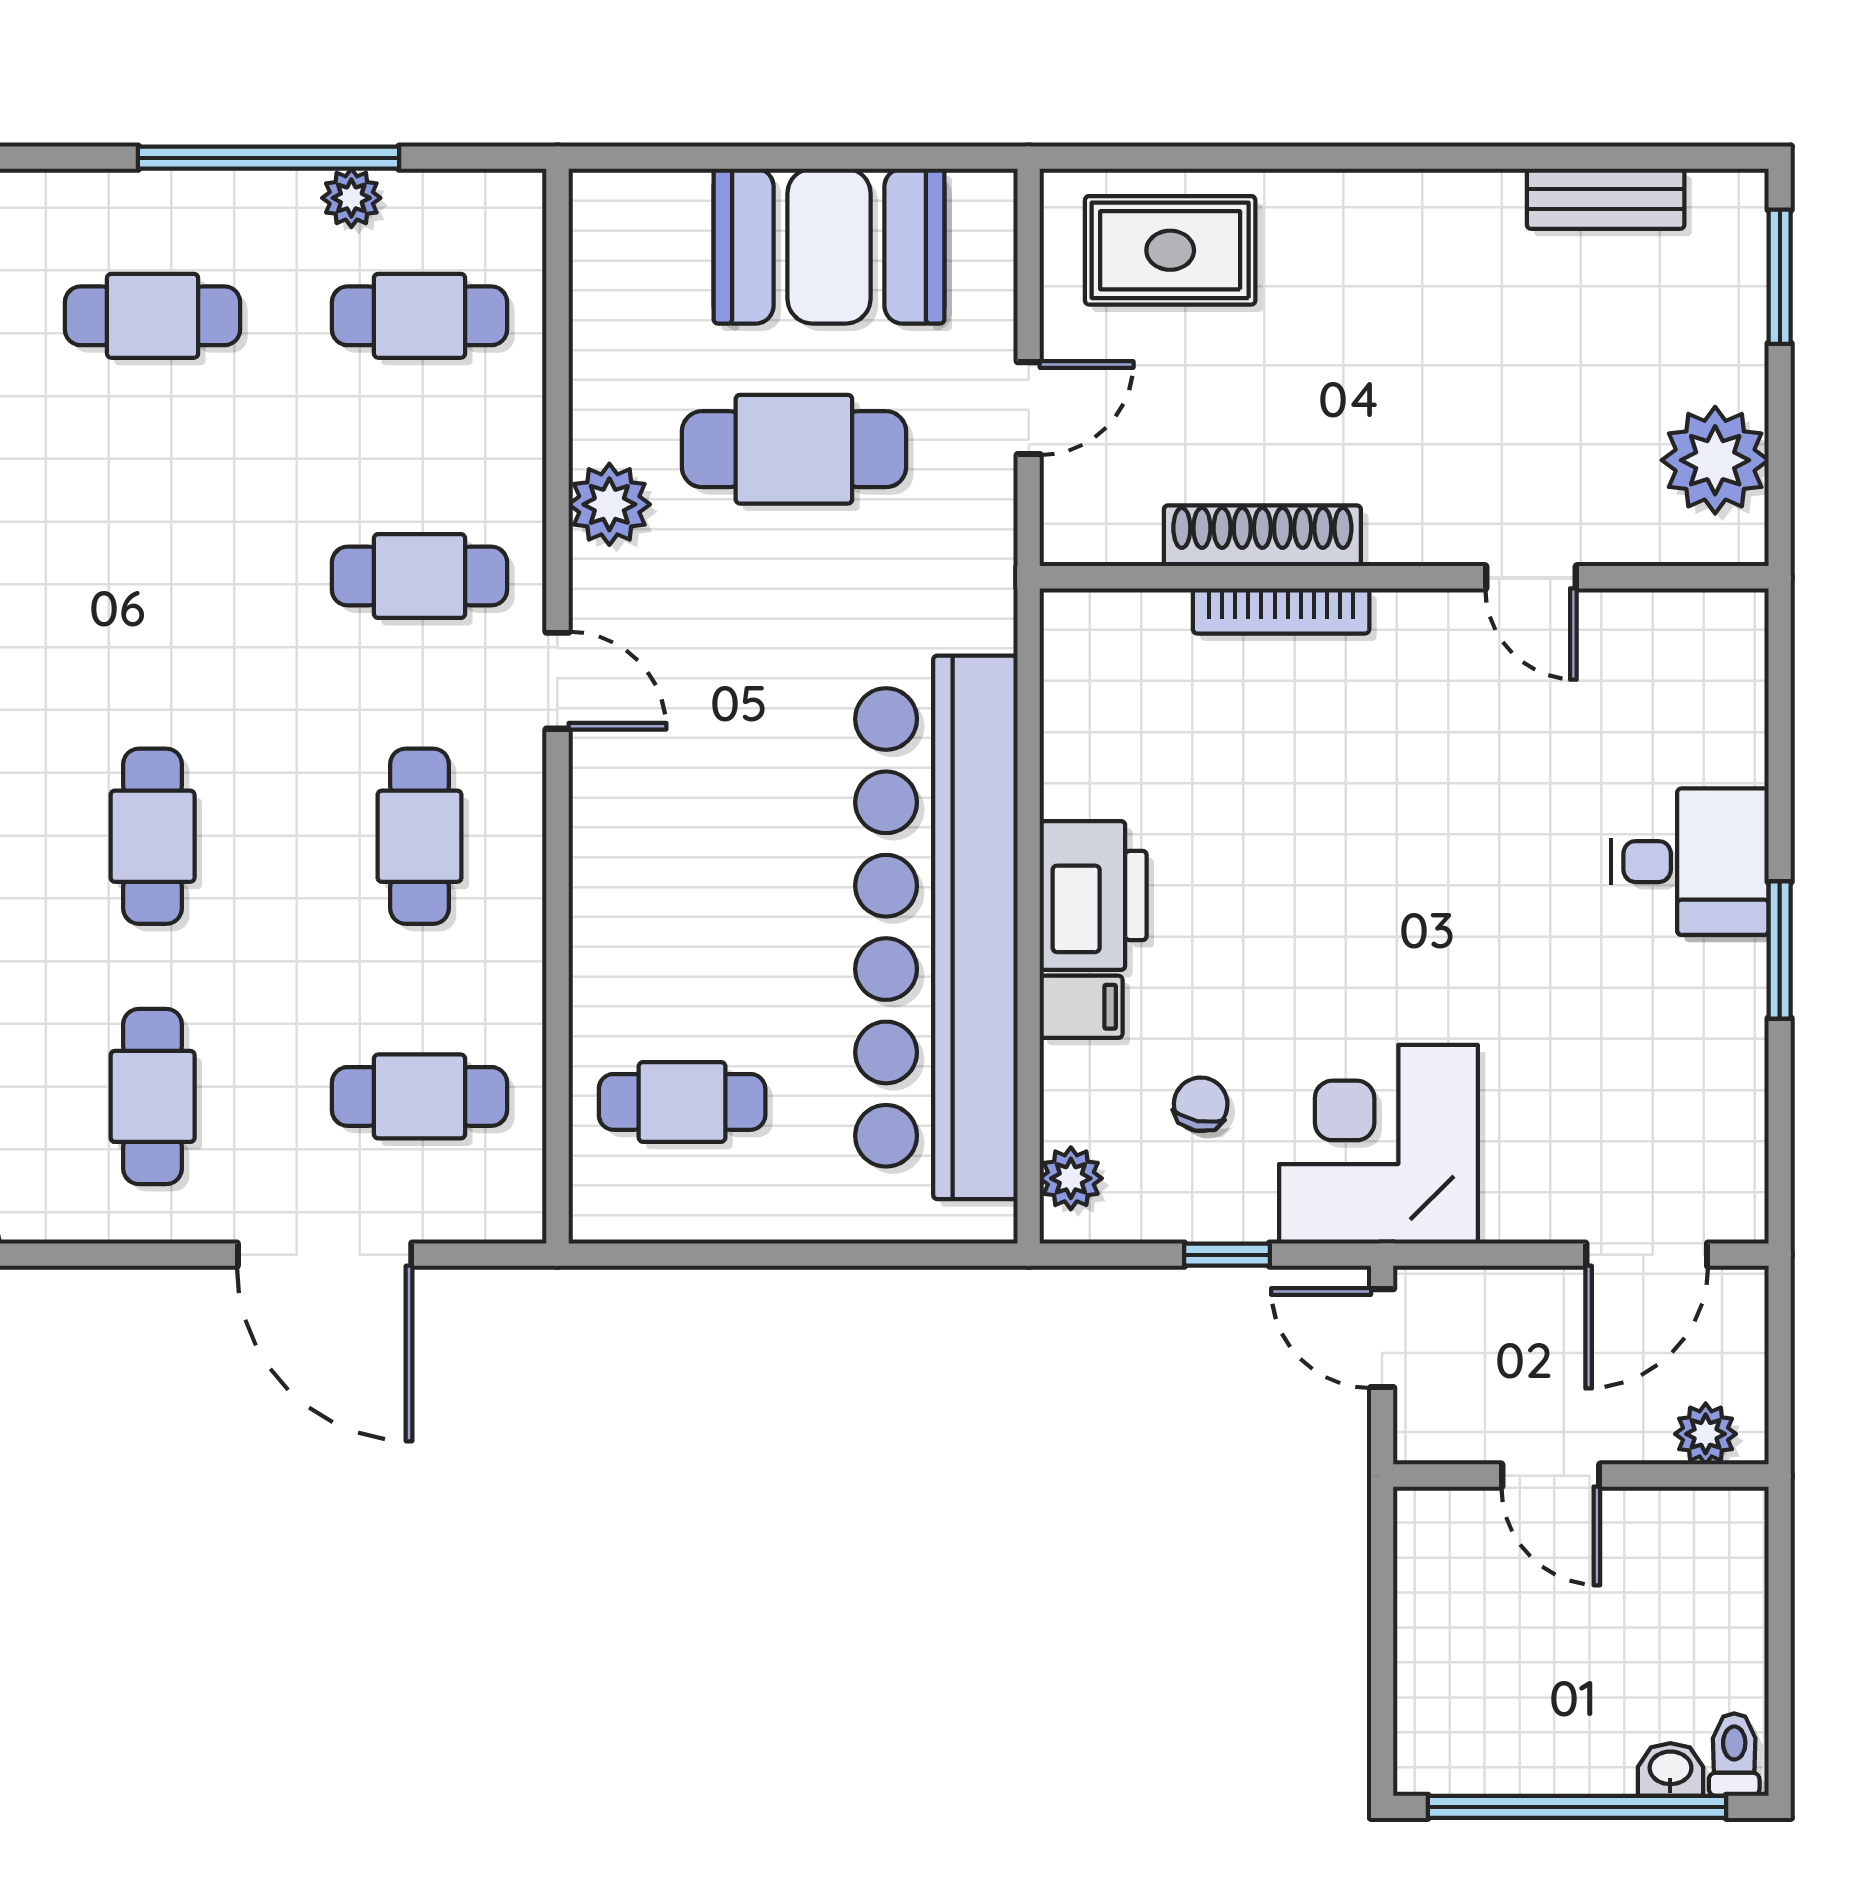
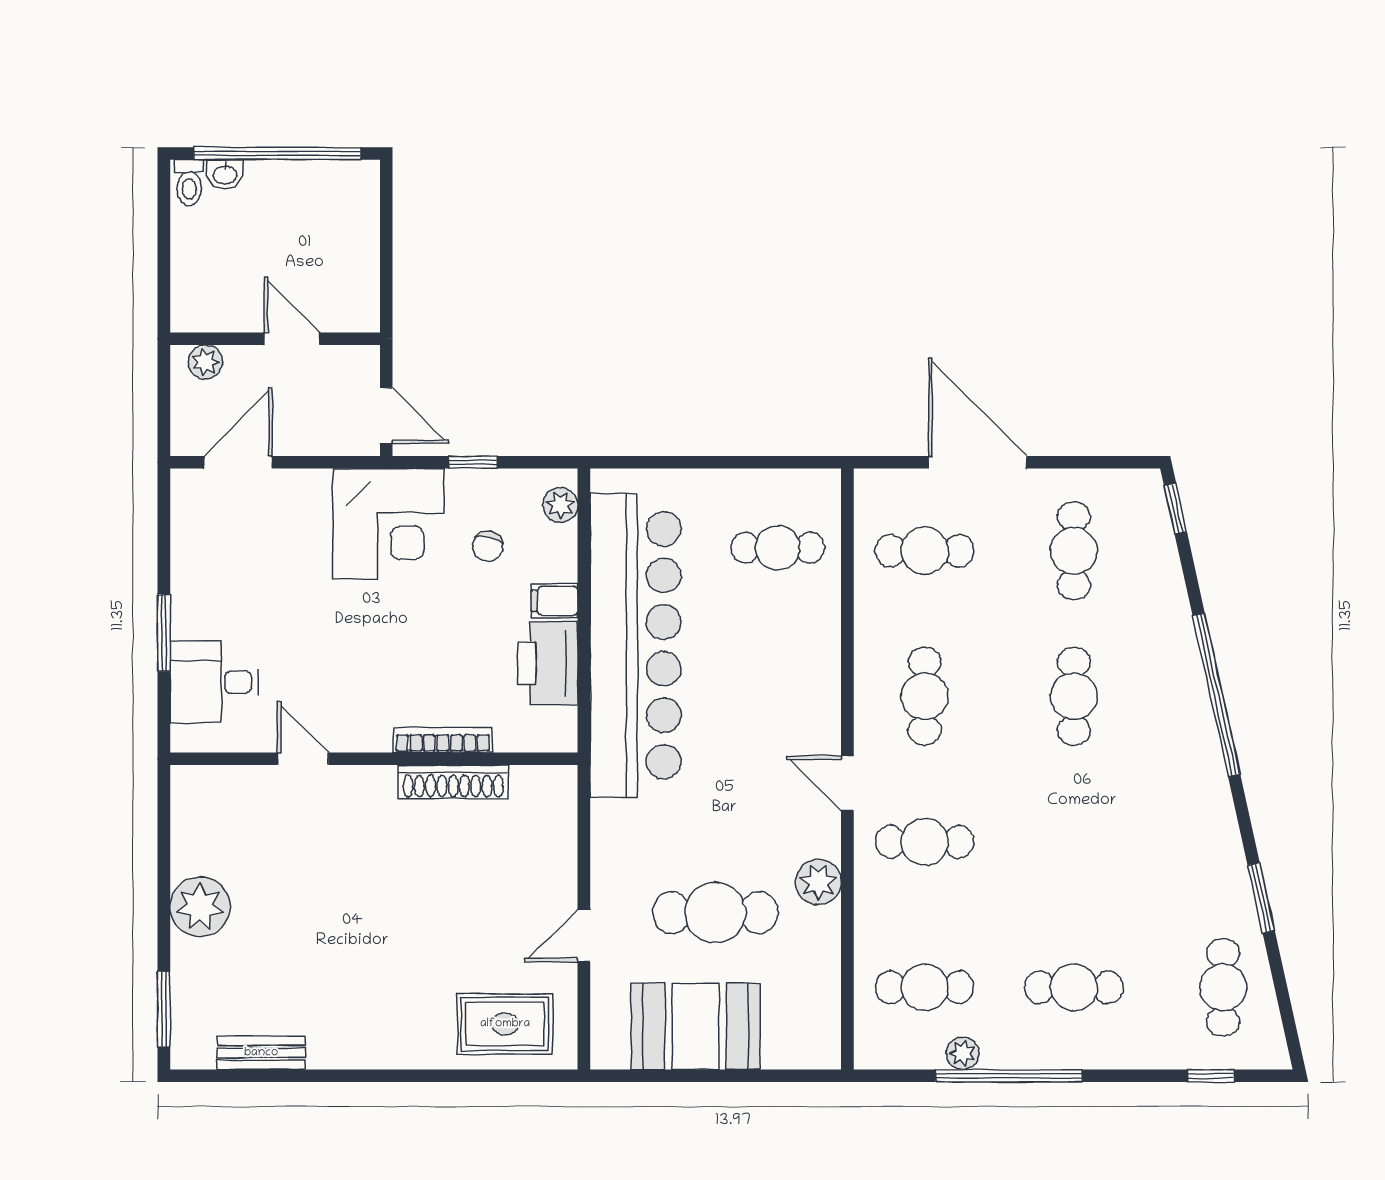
shoe rack: (1262, 536) -> (453, 782), moved
wall: (1404, 577) -> (374, 759), moved
door: (1531, 577) -> (303, 759), moved
bookcase: (1281, 611) -> (443, 740), moved

